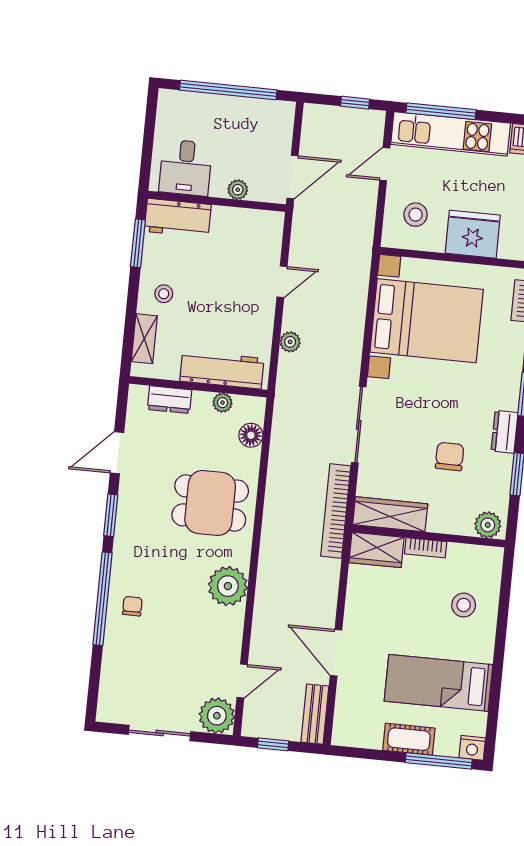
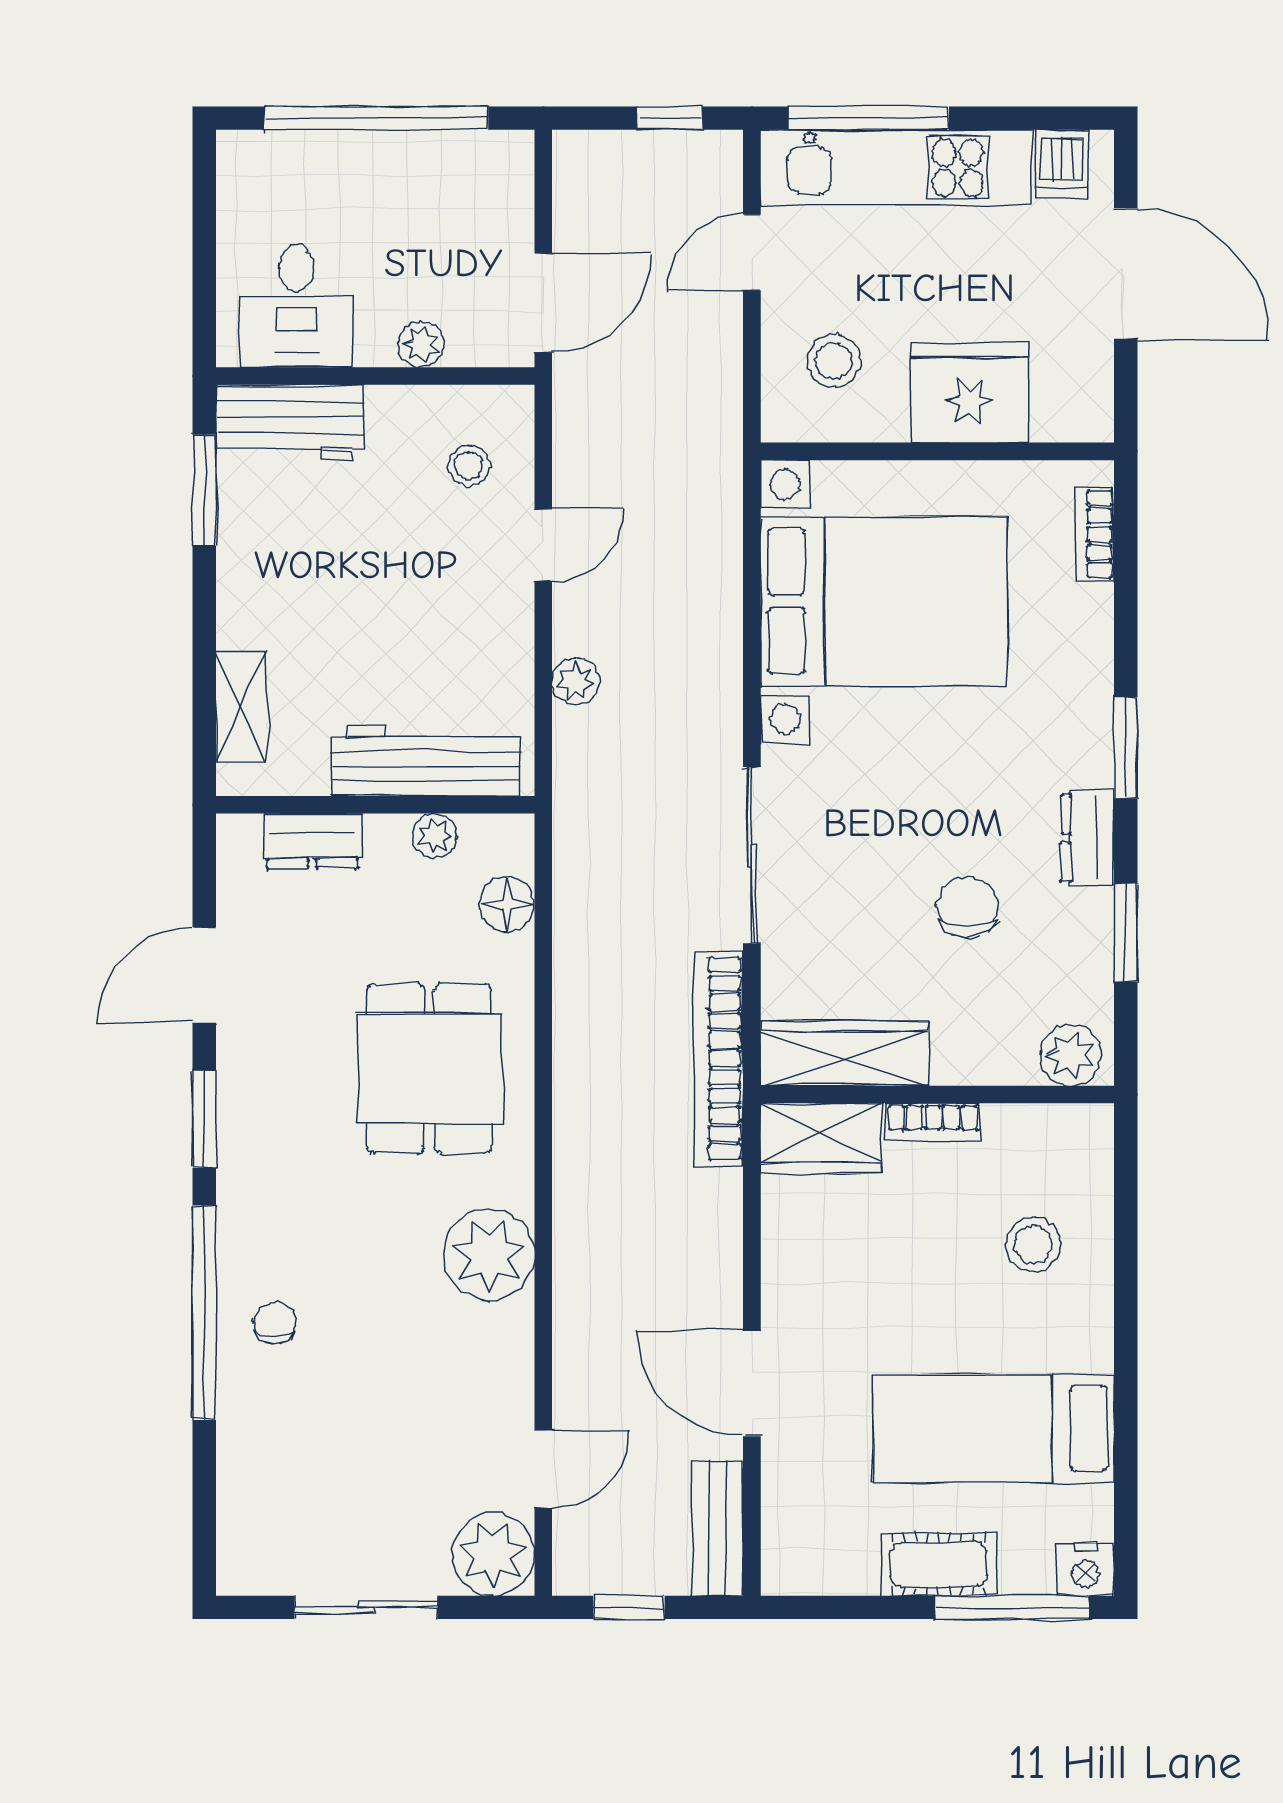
stool: (164, 294) -> (469, 466), moved
dining table: (210, 503) -> (429, 1069), turned 90

